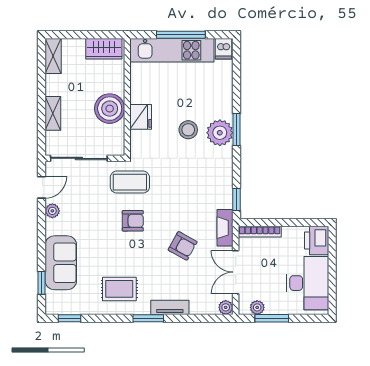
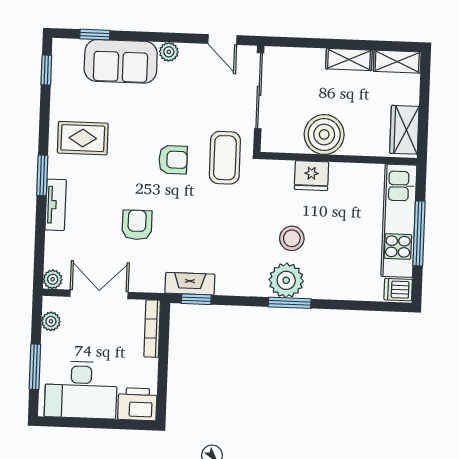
shelving: (53, 113) -> (349, 59), moved
plant: (52, 211) -> (169, 52), moved
armchair: (133, 221) -> (173, 160), turned -90
fireplace: (225, 228) -> (190, 284), moved
armchair: (183, 246) -> (137, 225), turned 151
rug: (119, 289) -> (83, 138), turned 90
window: (272, 318) -> (35, 367), moved

